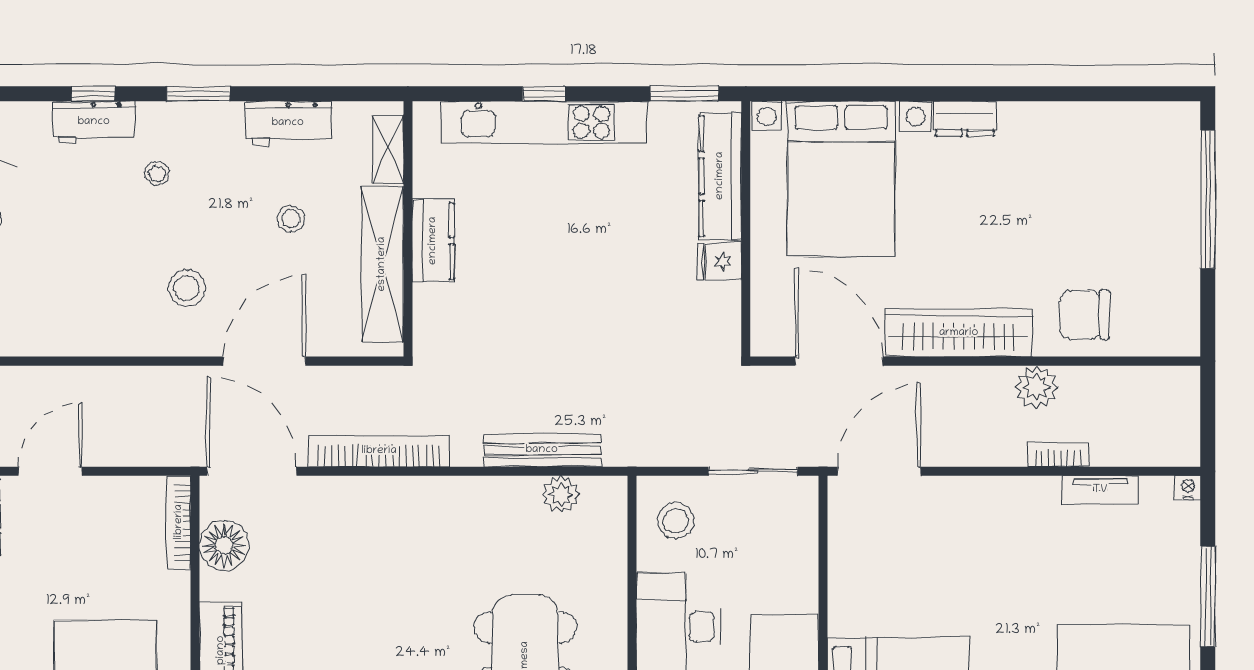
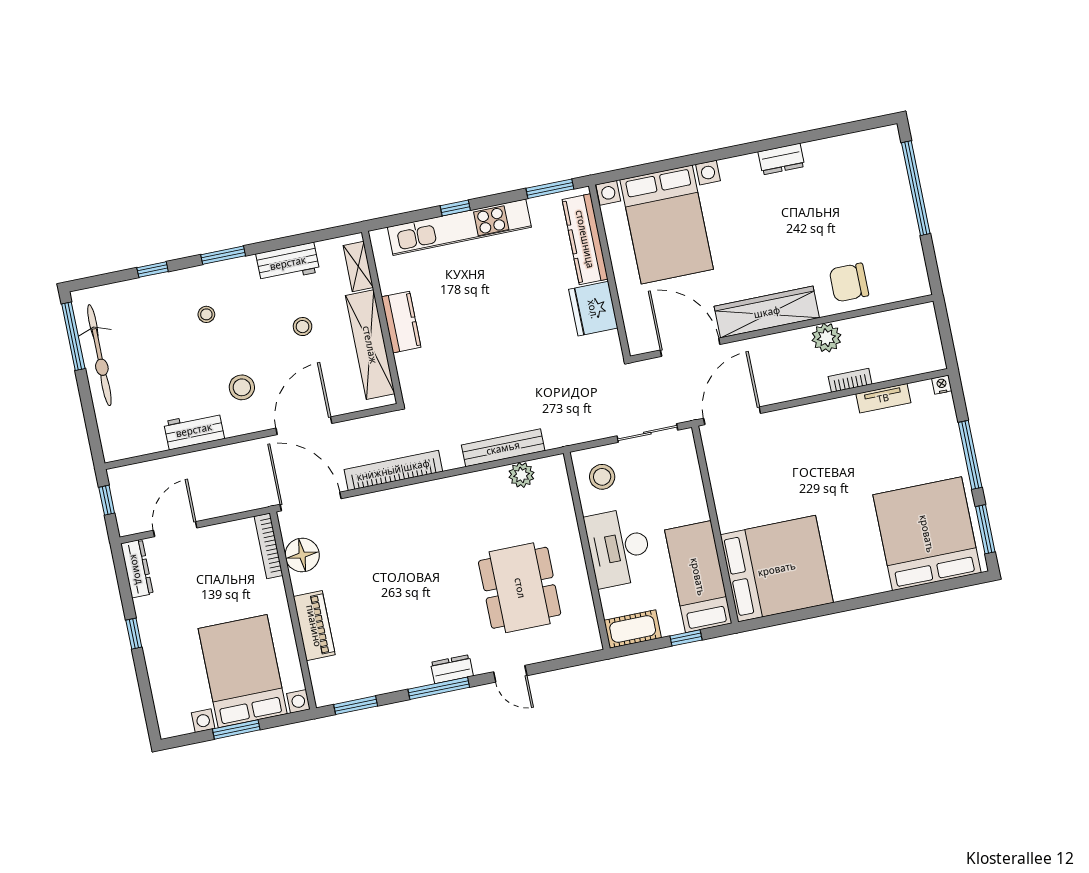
dresser: (965, 119) -> (781, 159), moved
workbench: (94, 122) -> (194, 430), moved, turned 180
fridge: (719, 261) -> (593, 309), width x1.88, depth x1.34

